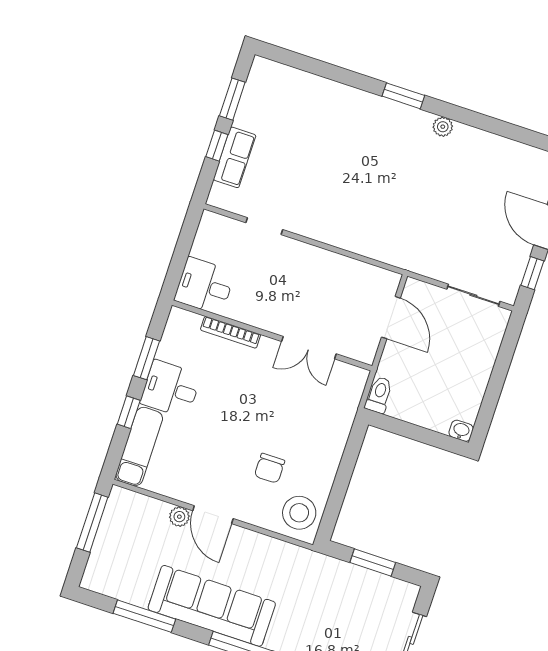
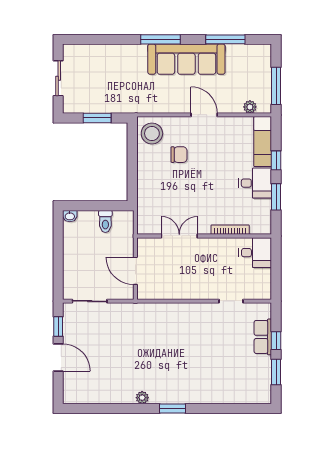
toilet: (379, 395) -> (105, 221), moved
chair: (270, 468) -> (179, 155), turned 90
plant: (179, 517) -> (250, 107), moved

